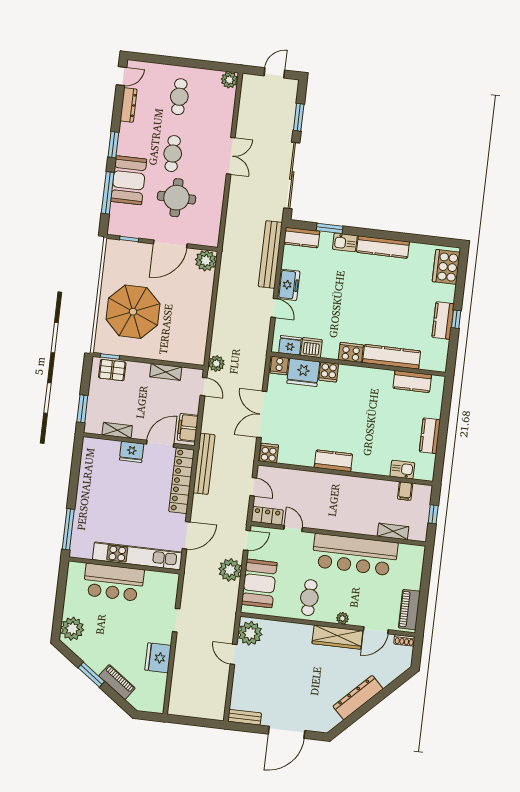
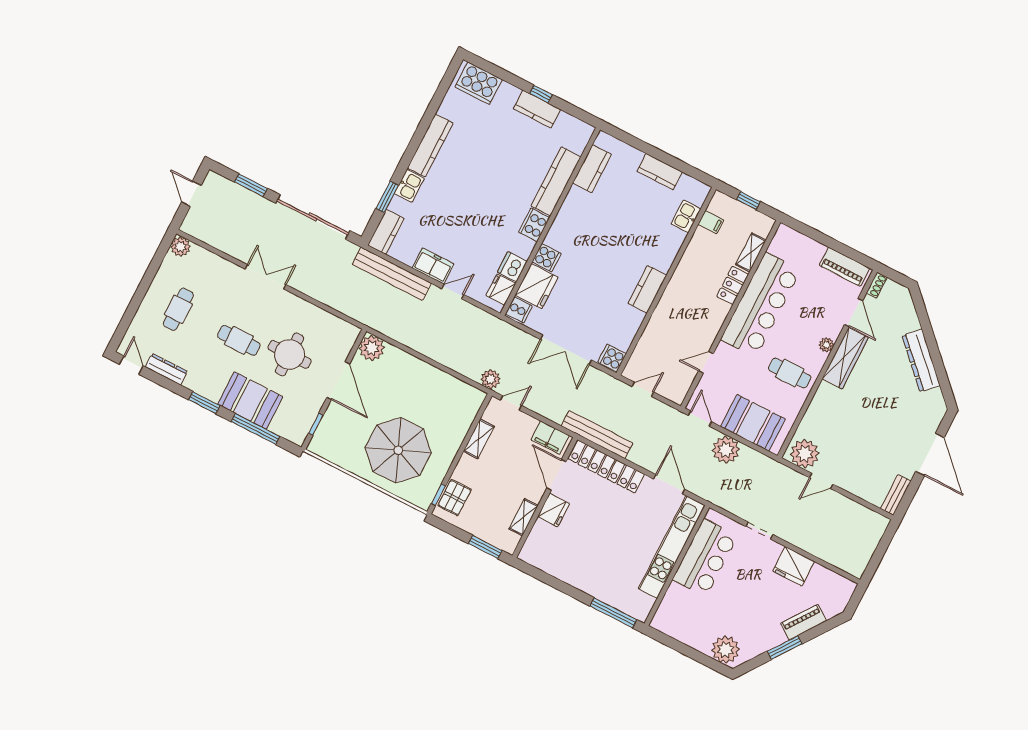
cafe table: (179, 97) -> (178, 309), turned 90
locker: (267, 516) -> (733, 285), moved
bar counter: (114, 582) -> (705, 558), moved

